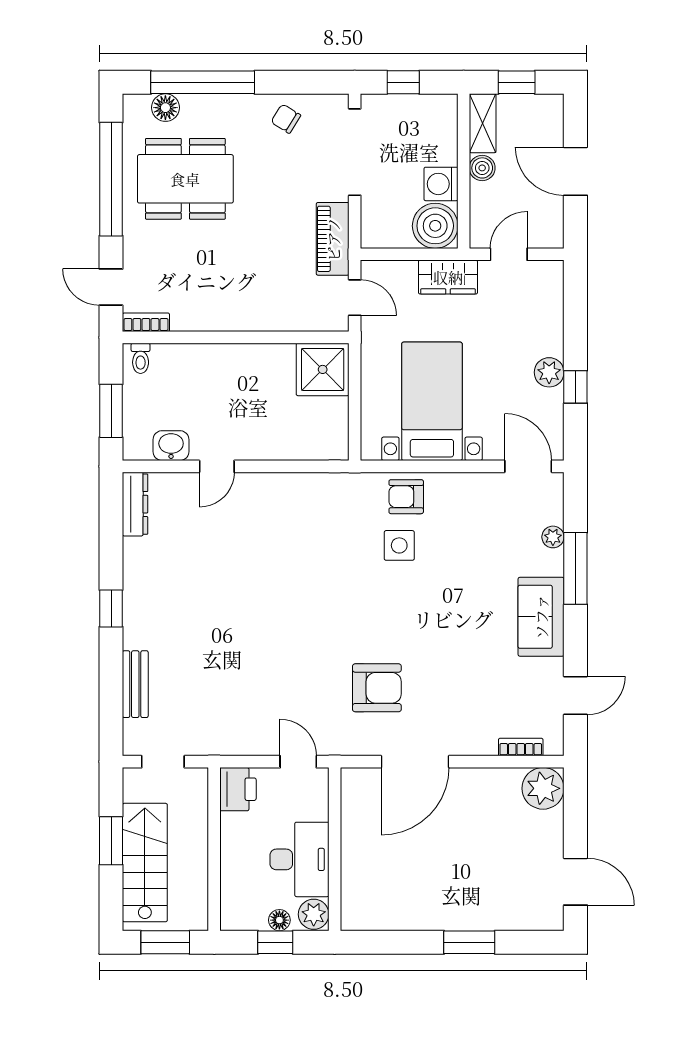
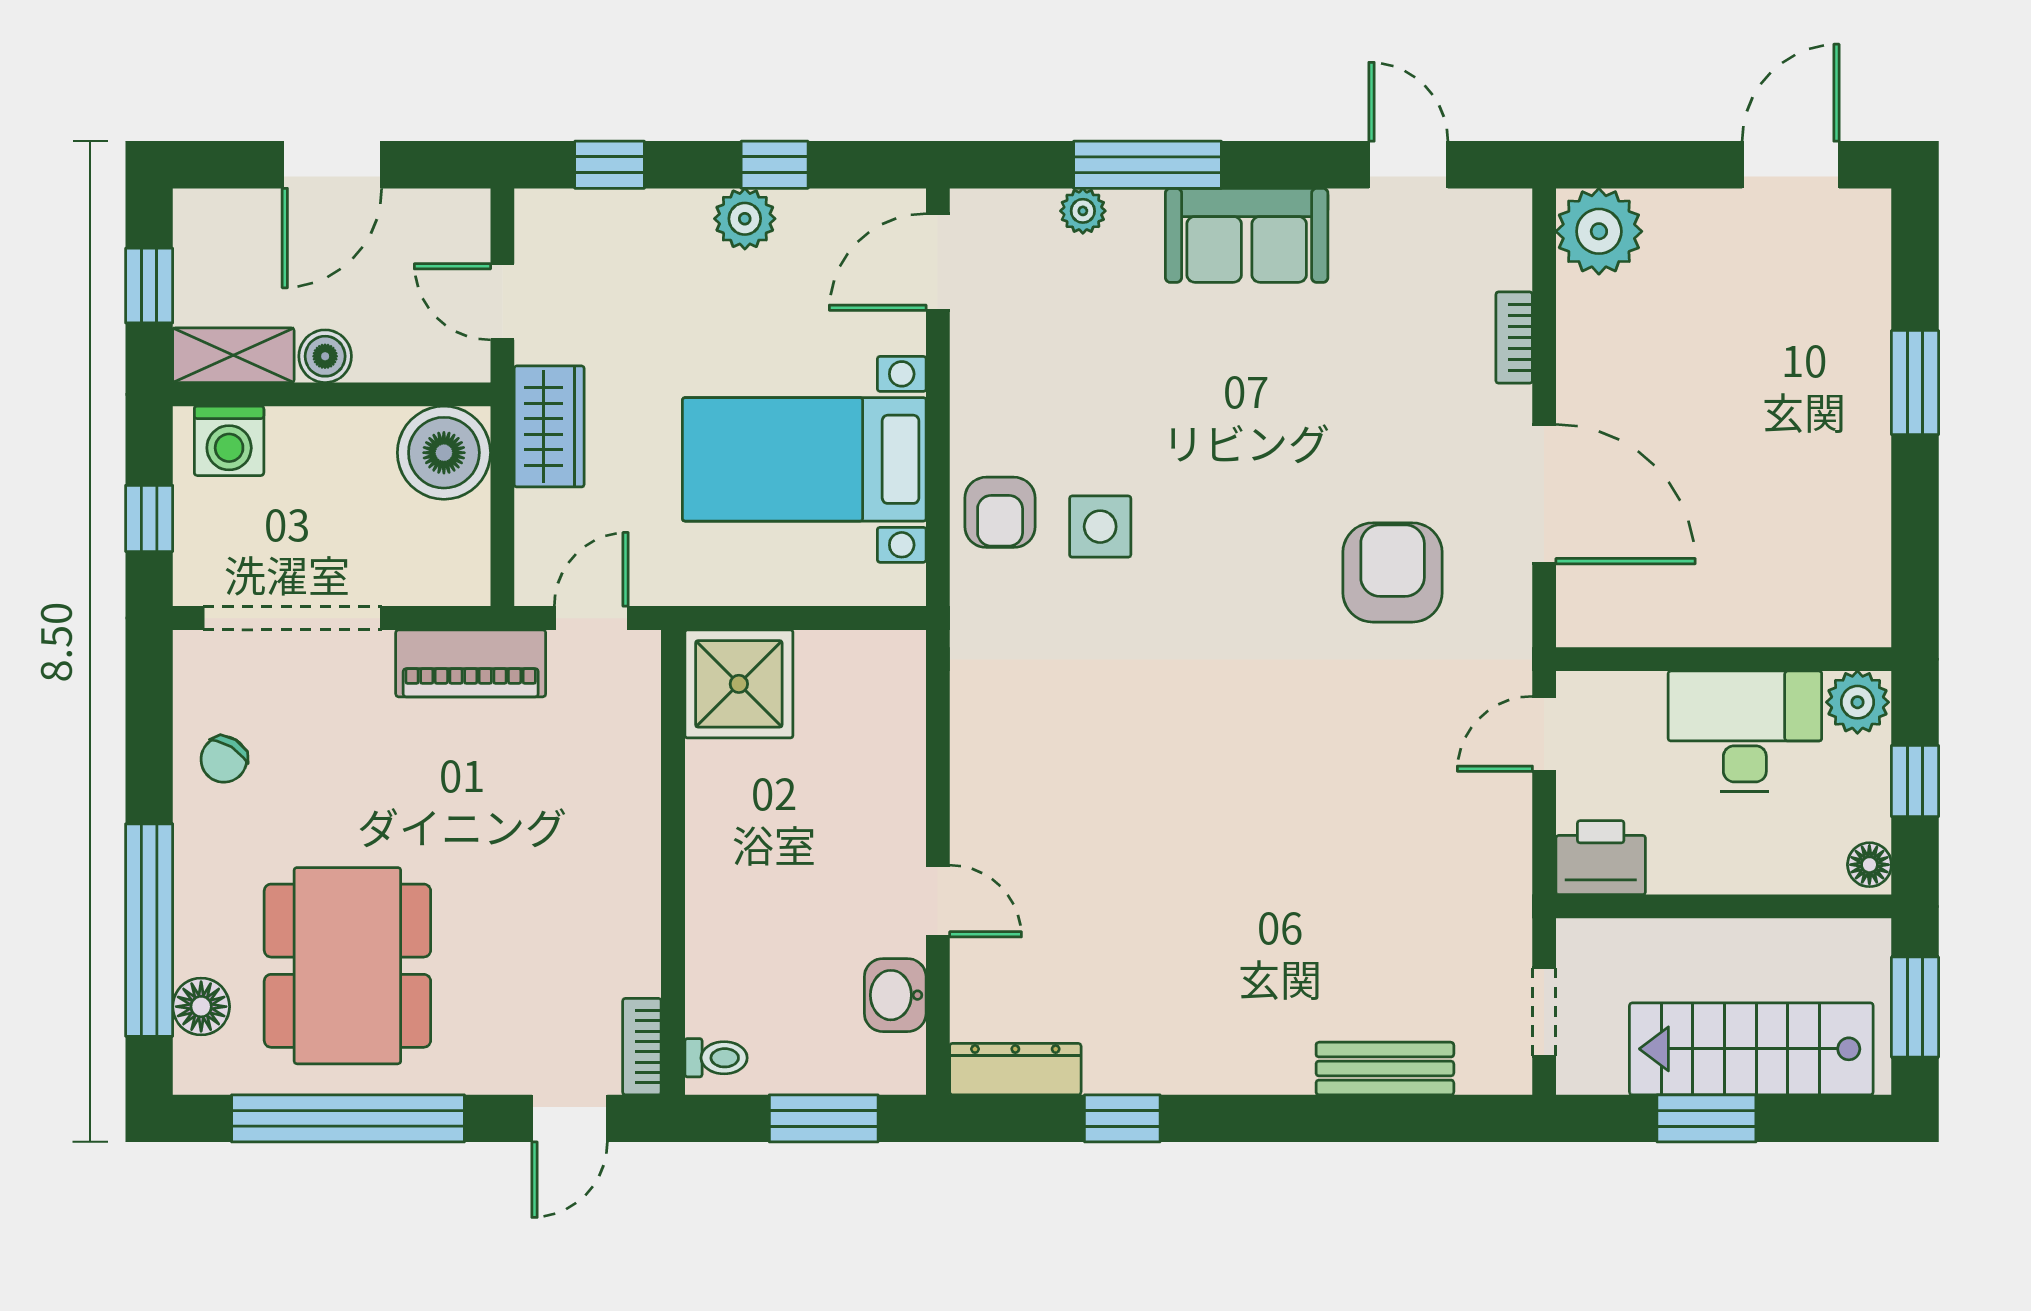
washing machine: (441, 184) -> (229, 441), moved
window: (575, 306) -> (610, 165), added
window: (111, 608) -> (1122, 1118), moved
bookcase: (521, 747) -> (1514, 338), moved
floor lamp: (279, 920) -> (1869, 865), moved

